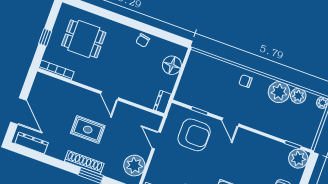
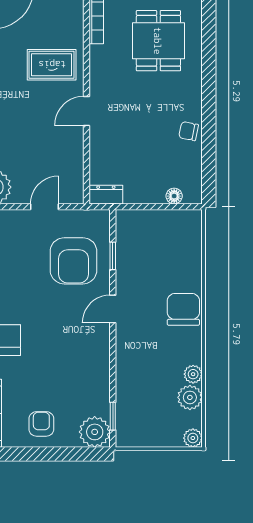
floor lamp: (172, 65) -> (174, 196), width x0.53, depth x0.53
chair: (246, 81) -> (183, 309), width x1.87, depth x1.87
plant: (279, 92) -> (193, 374), width x0.53, depth x0.53
rug: (88, 130) -> (52, 65), moved, turned 90

